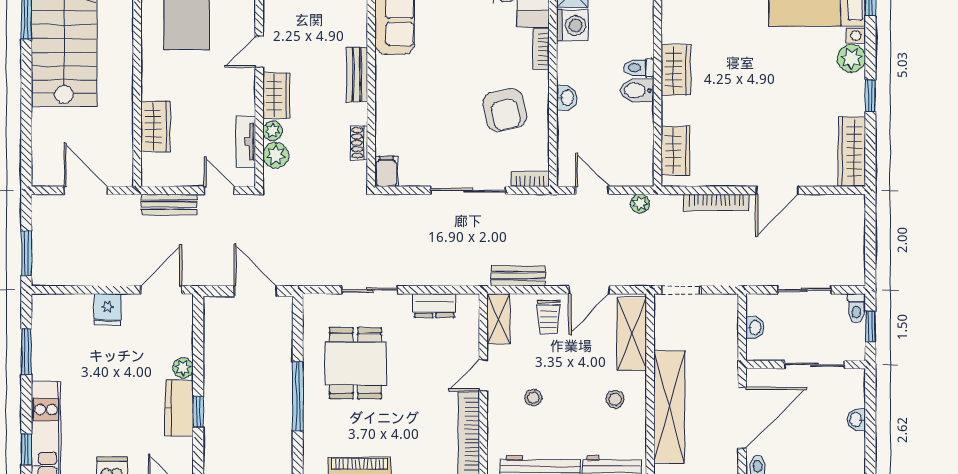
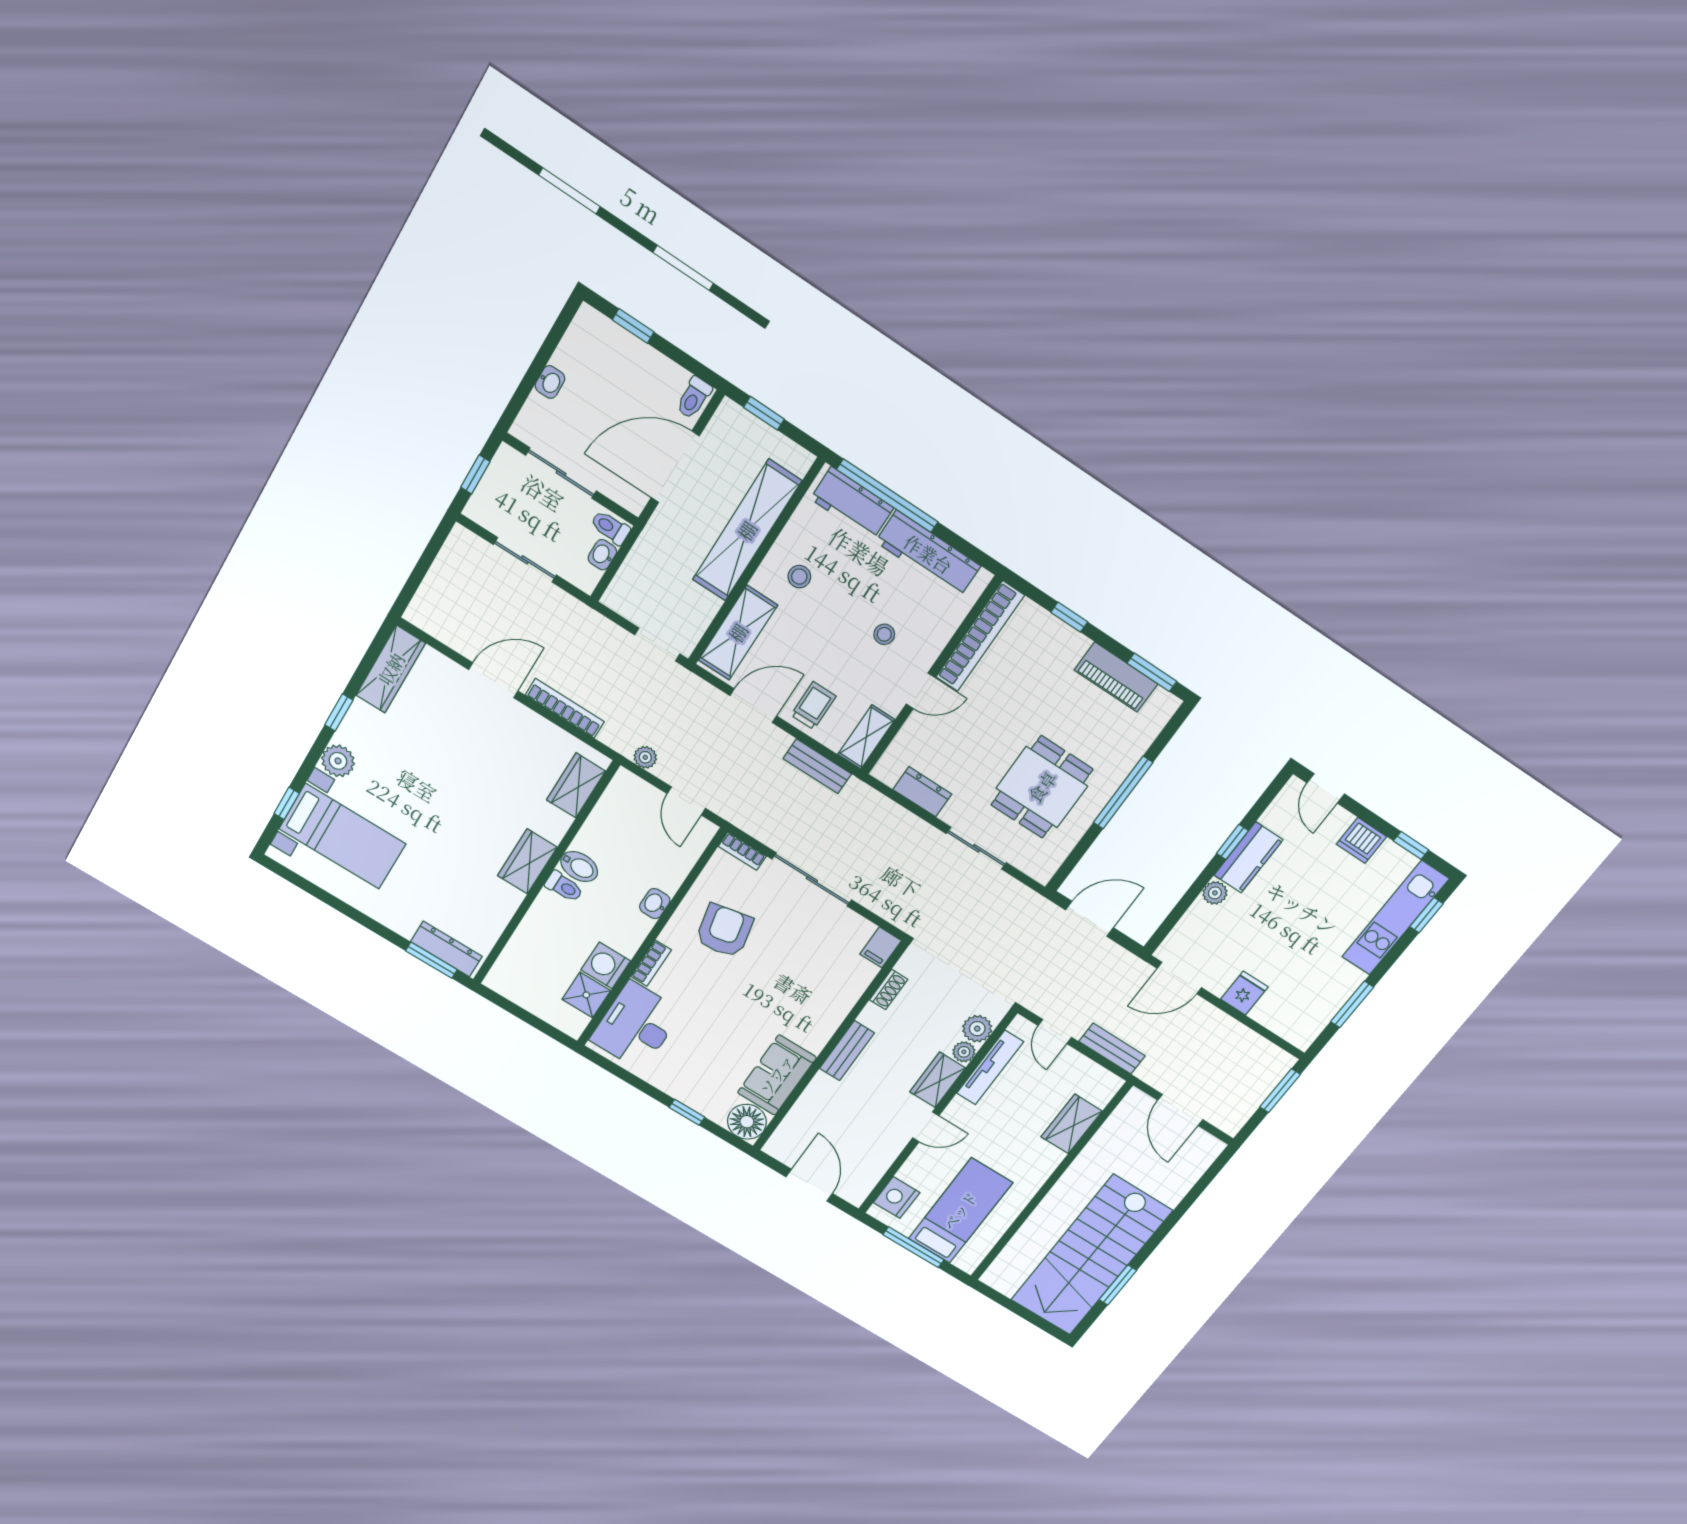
tv unit: (245, 142) -> (990, 1068), width x1.41
door: (255, 291) -> (1089, 919), swing flipped
toilet: (856, 308) -> (610, 528), moved, turned -90

